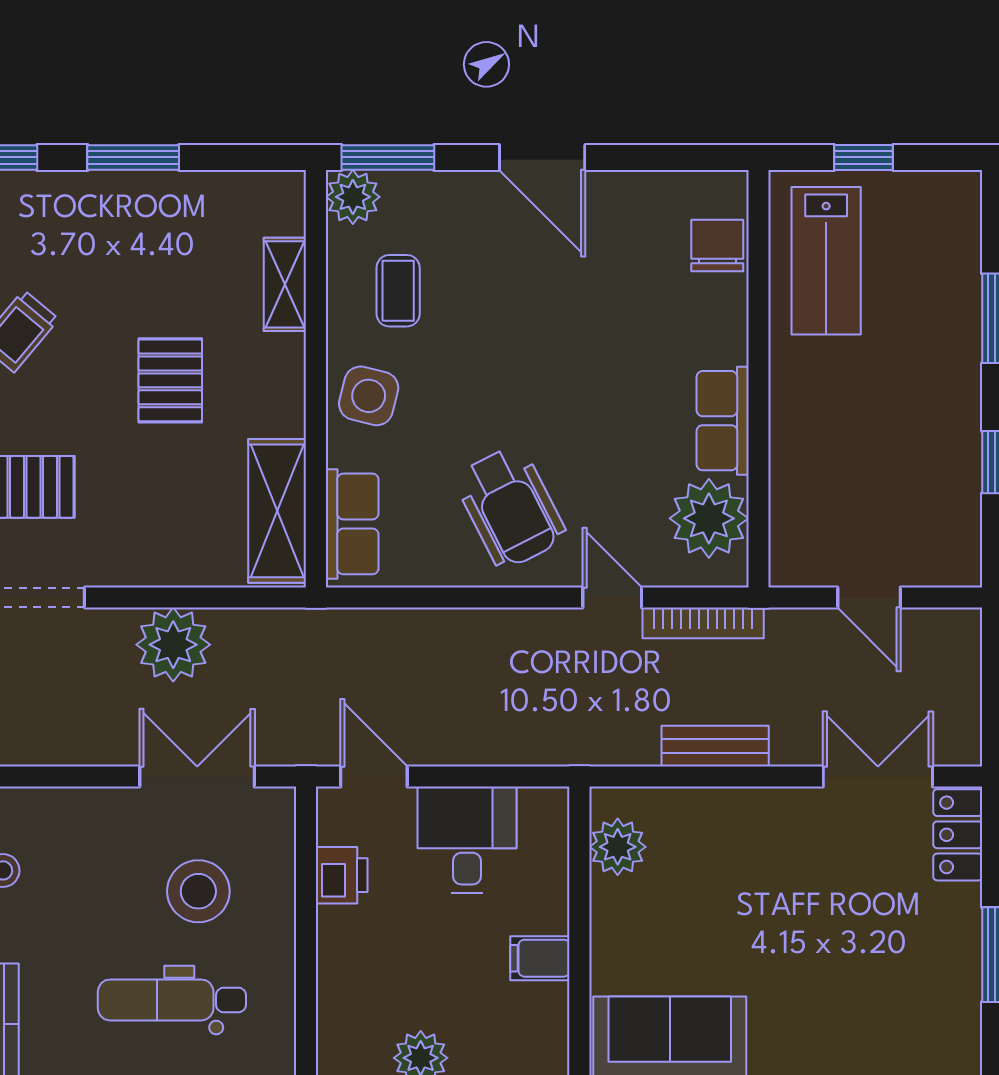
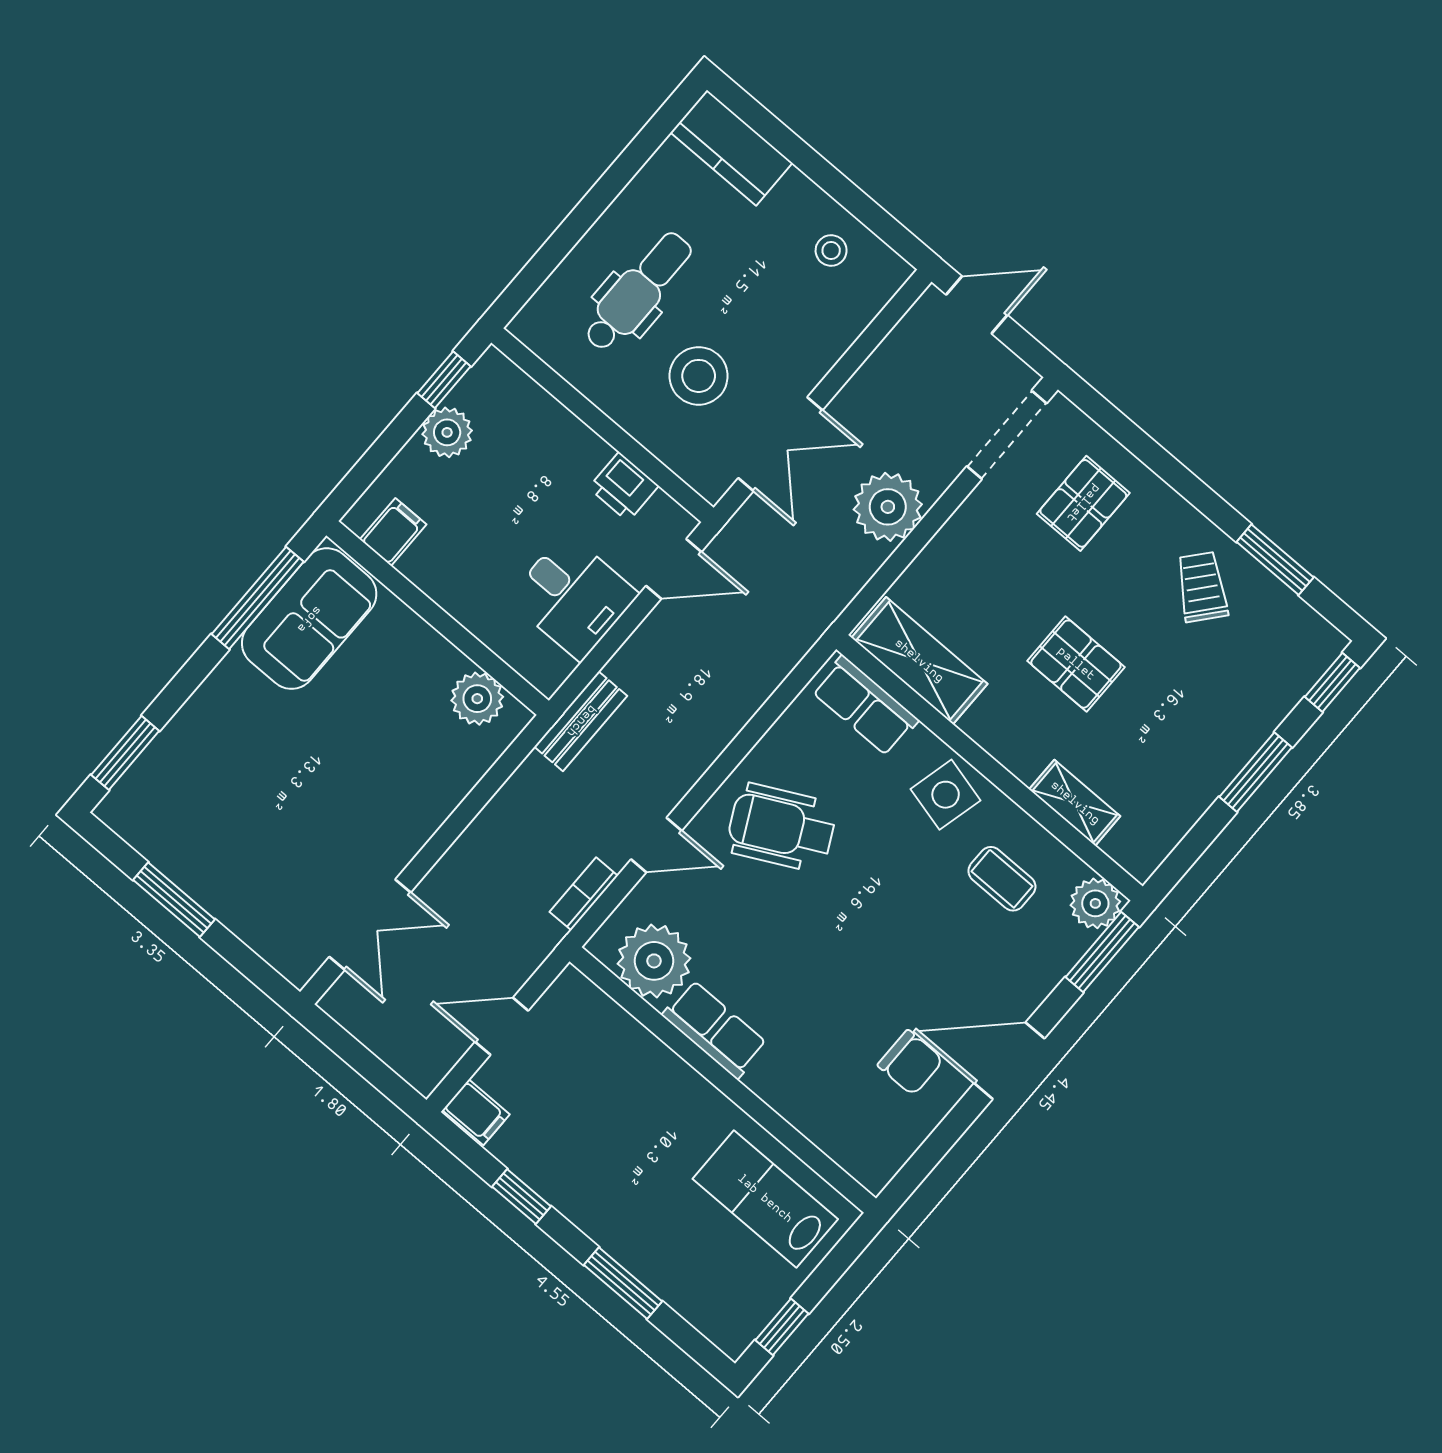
window: (864, 157) -> (782, 1327), moved
chair: (717, 245) -> (910, 1063), moved
filing cabinet: (958, 558) -> (476, 1112), added
bookcase: (703, 623) -> (584, 894), width x0.64
bench: (715, 746) -> (581, 721), moved
locker: (958, 835) -> (281, 946), removed
filing cabinet: (540, 958) -> (393, 532), moved

